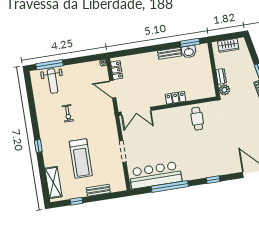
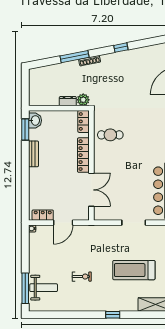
wardrobe: (228, 45) -> (35, 88), removed
washbasin: (189, 52) -> (35, 120), moved
locker: (205, 93) -> (84, 121), added
locker: (175, 98) -> (83, 155), width x1.53
double door: (136, 111) -> (91, 190), moved
treadmill: (81, 158) -> (134, 270), turned 180

